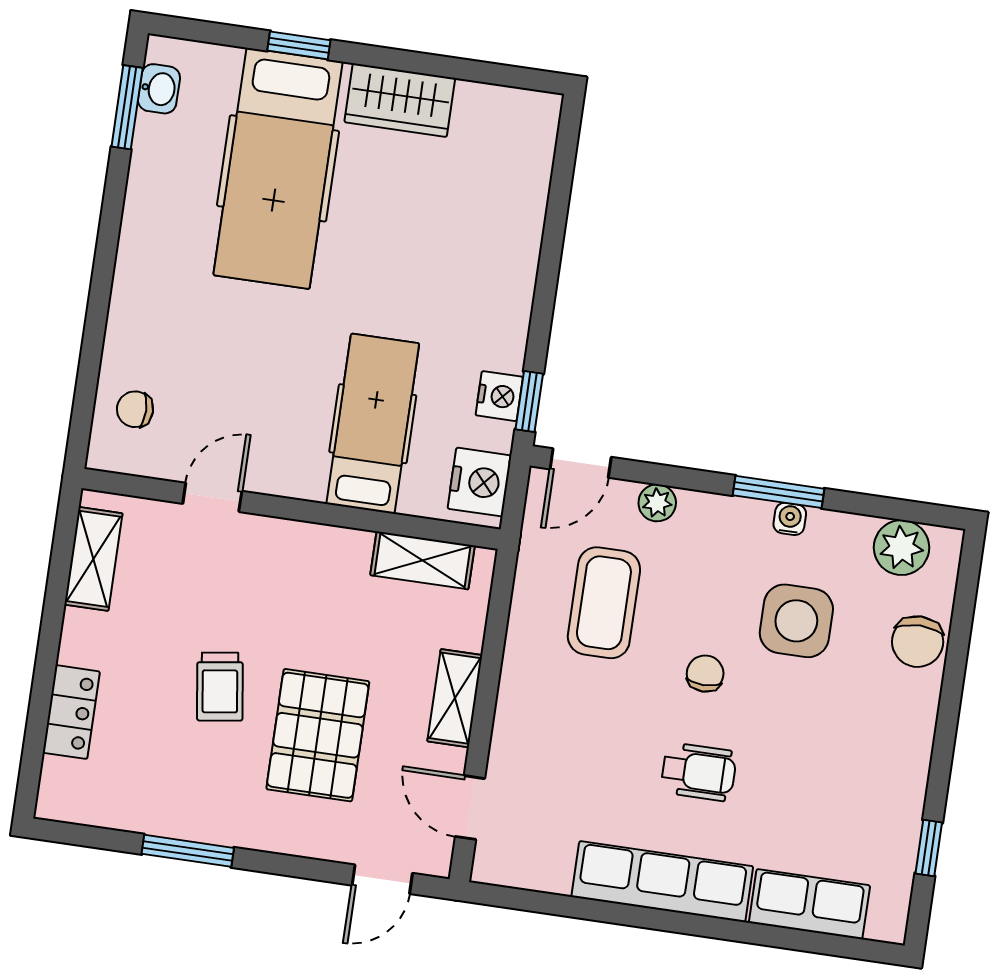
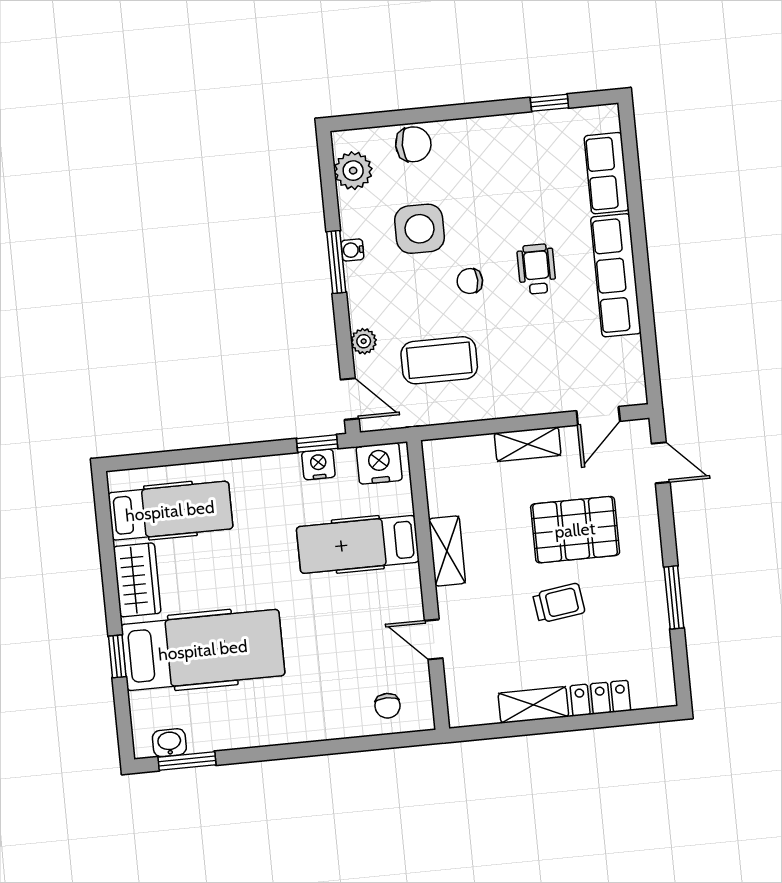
hospital bed: (486, 171) -> (170, 511), added
shelving: (93, 559) -> (533, 705), moved
shelving: (423, 560) -> (447, 551), moved

